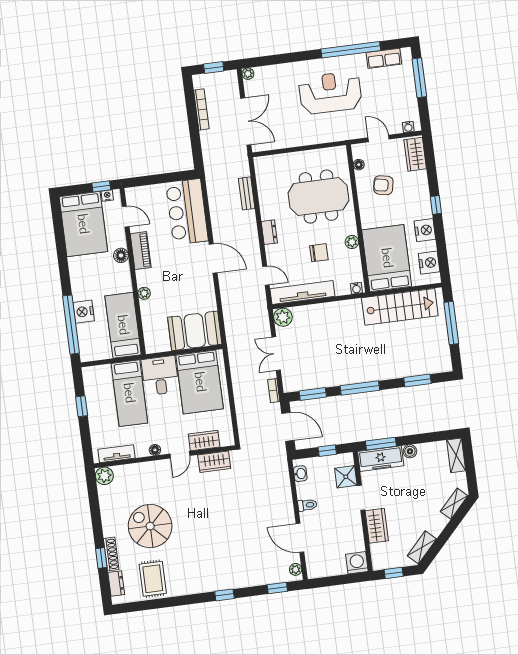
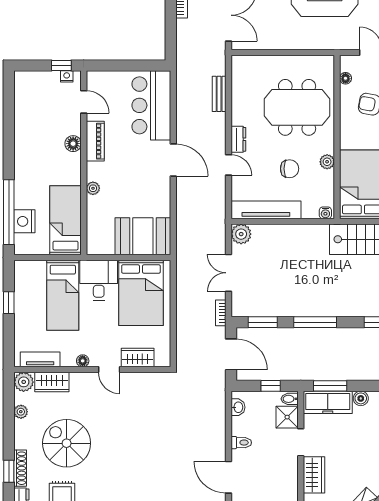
bed: (83, 224) -> (37, 104), removed
door: (266, 276) -> (228, 165), moved
nightstand: (84, 312) -> (24, 221), moved
door: (180, 455) -> (109, 370), hinge flipped
bidet: (346, 460) -> (290, 399), added
wardrobe: (214, 462) -> (52, 382), moved
plant: (105, 503) -> (21, 412), added

